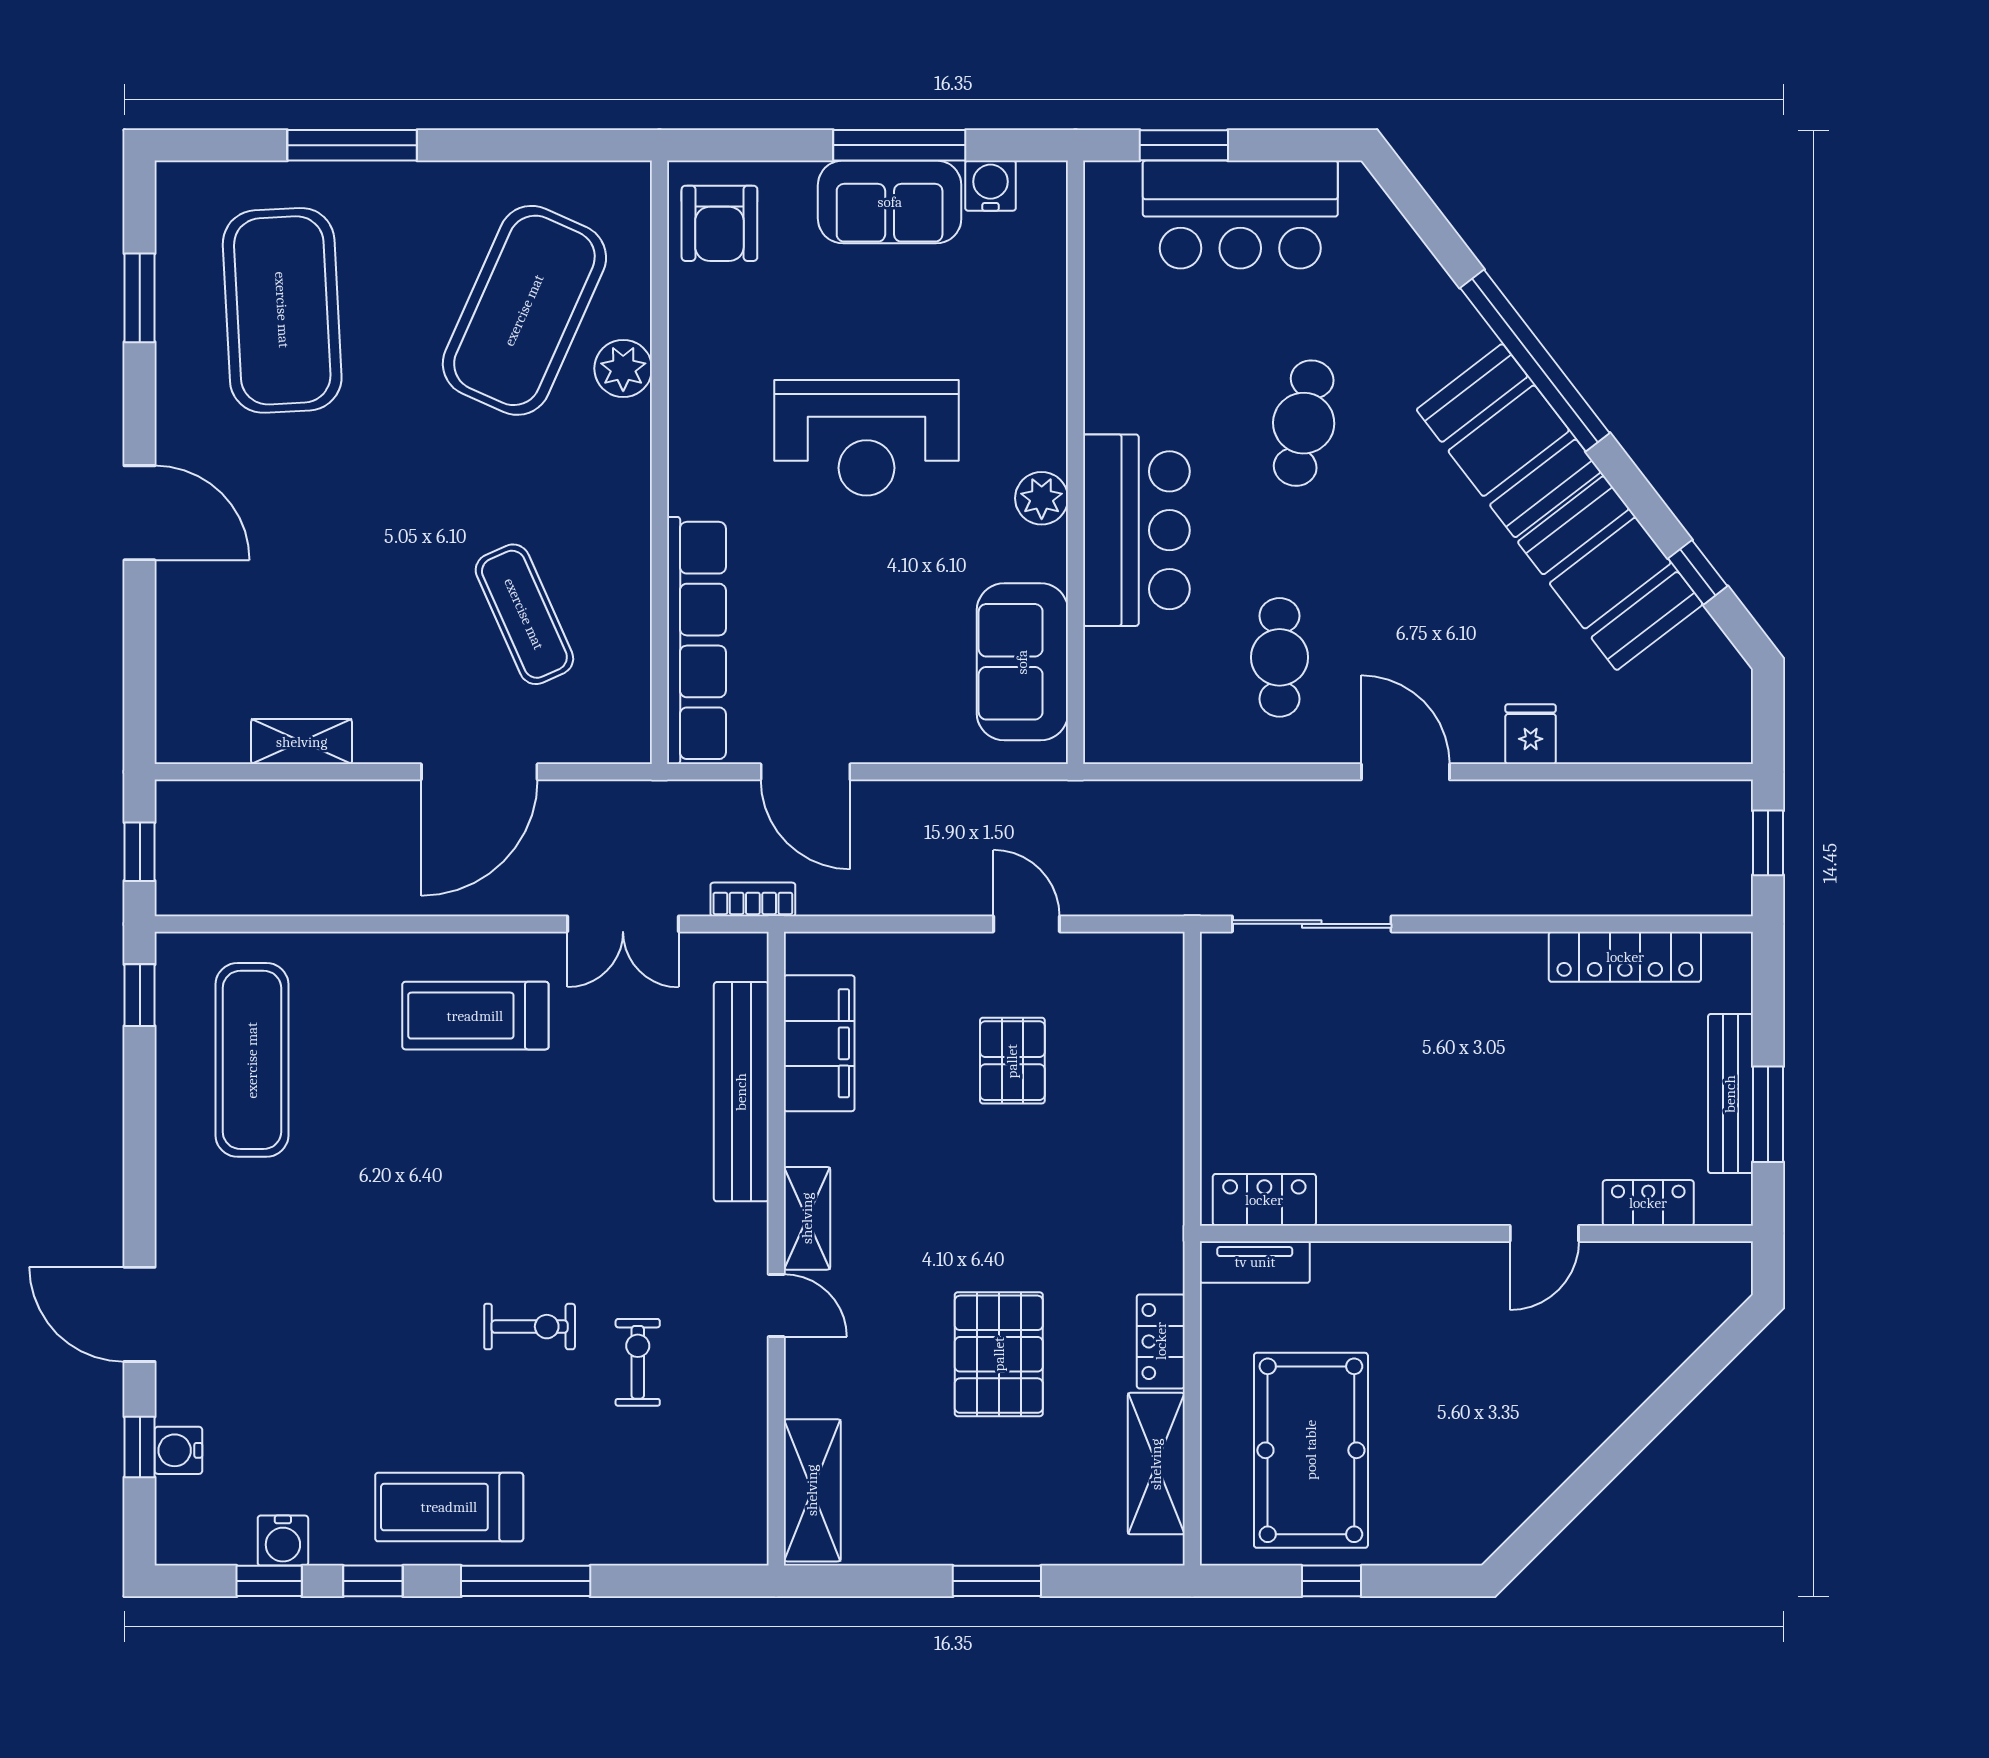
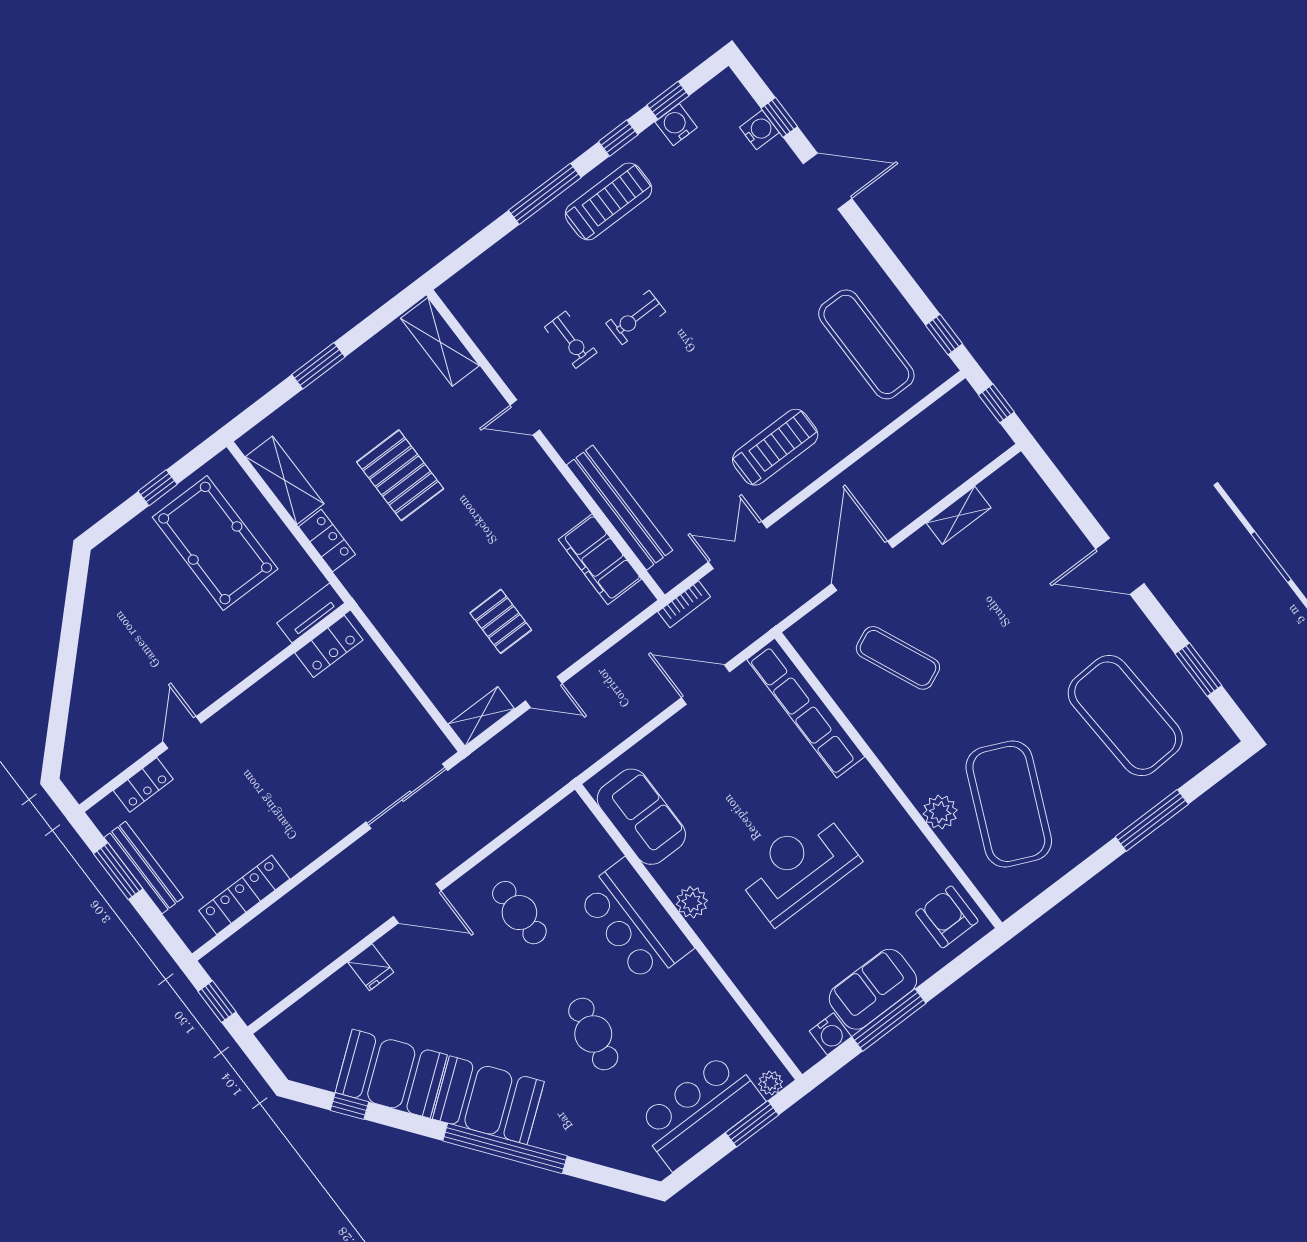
plant: (1119, 181) -> (771, 1083), added
shelving: (807, 1218) -> (481, 716), moved, turned 90

